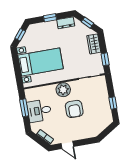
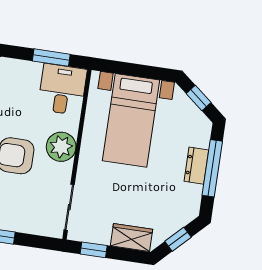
window: (50, 18) -> (212, 168), width x2.17
dresser: (66, 23) -> (196, 166), moved
desk: (39, 111) -> (62, 89), moved

